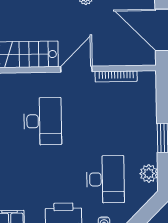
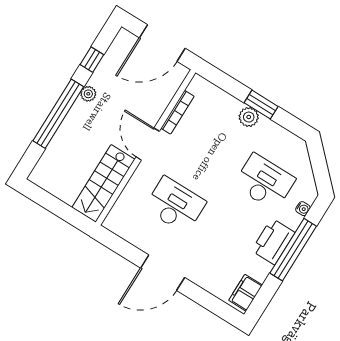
plant: (149, 173) -> (249, 117), moved

